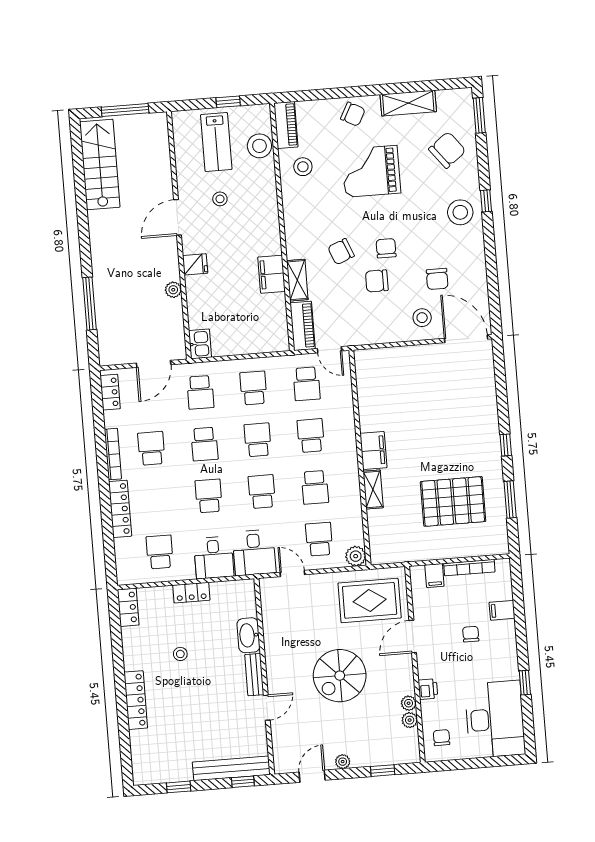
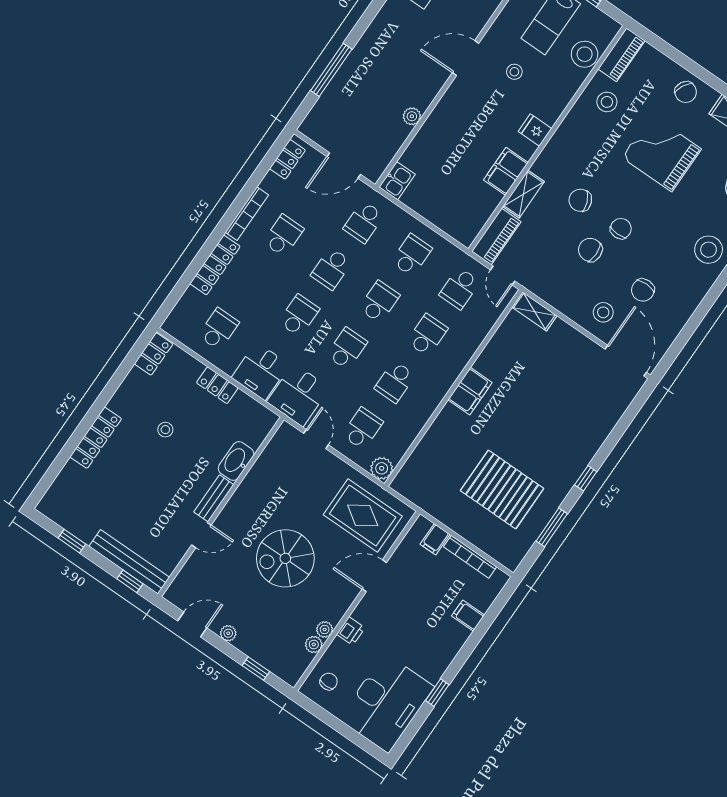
fridge: (195, 264) -> (535, 130), moved, turned 180
shelving: (373, 490) -> (534, 311), moved, turned 90
chair: (471, 634) -> (425, 614), removed

